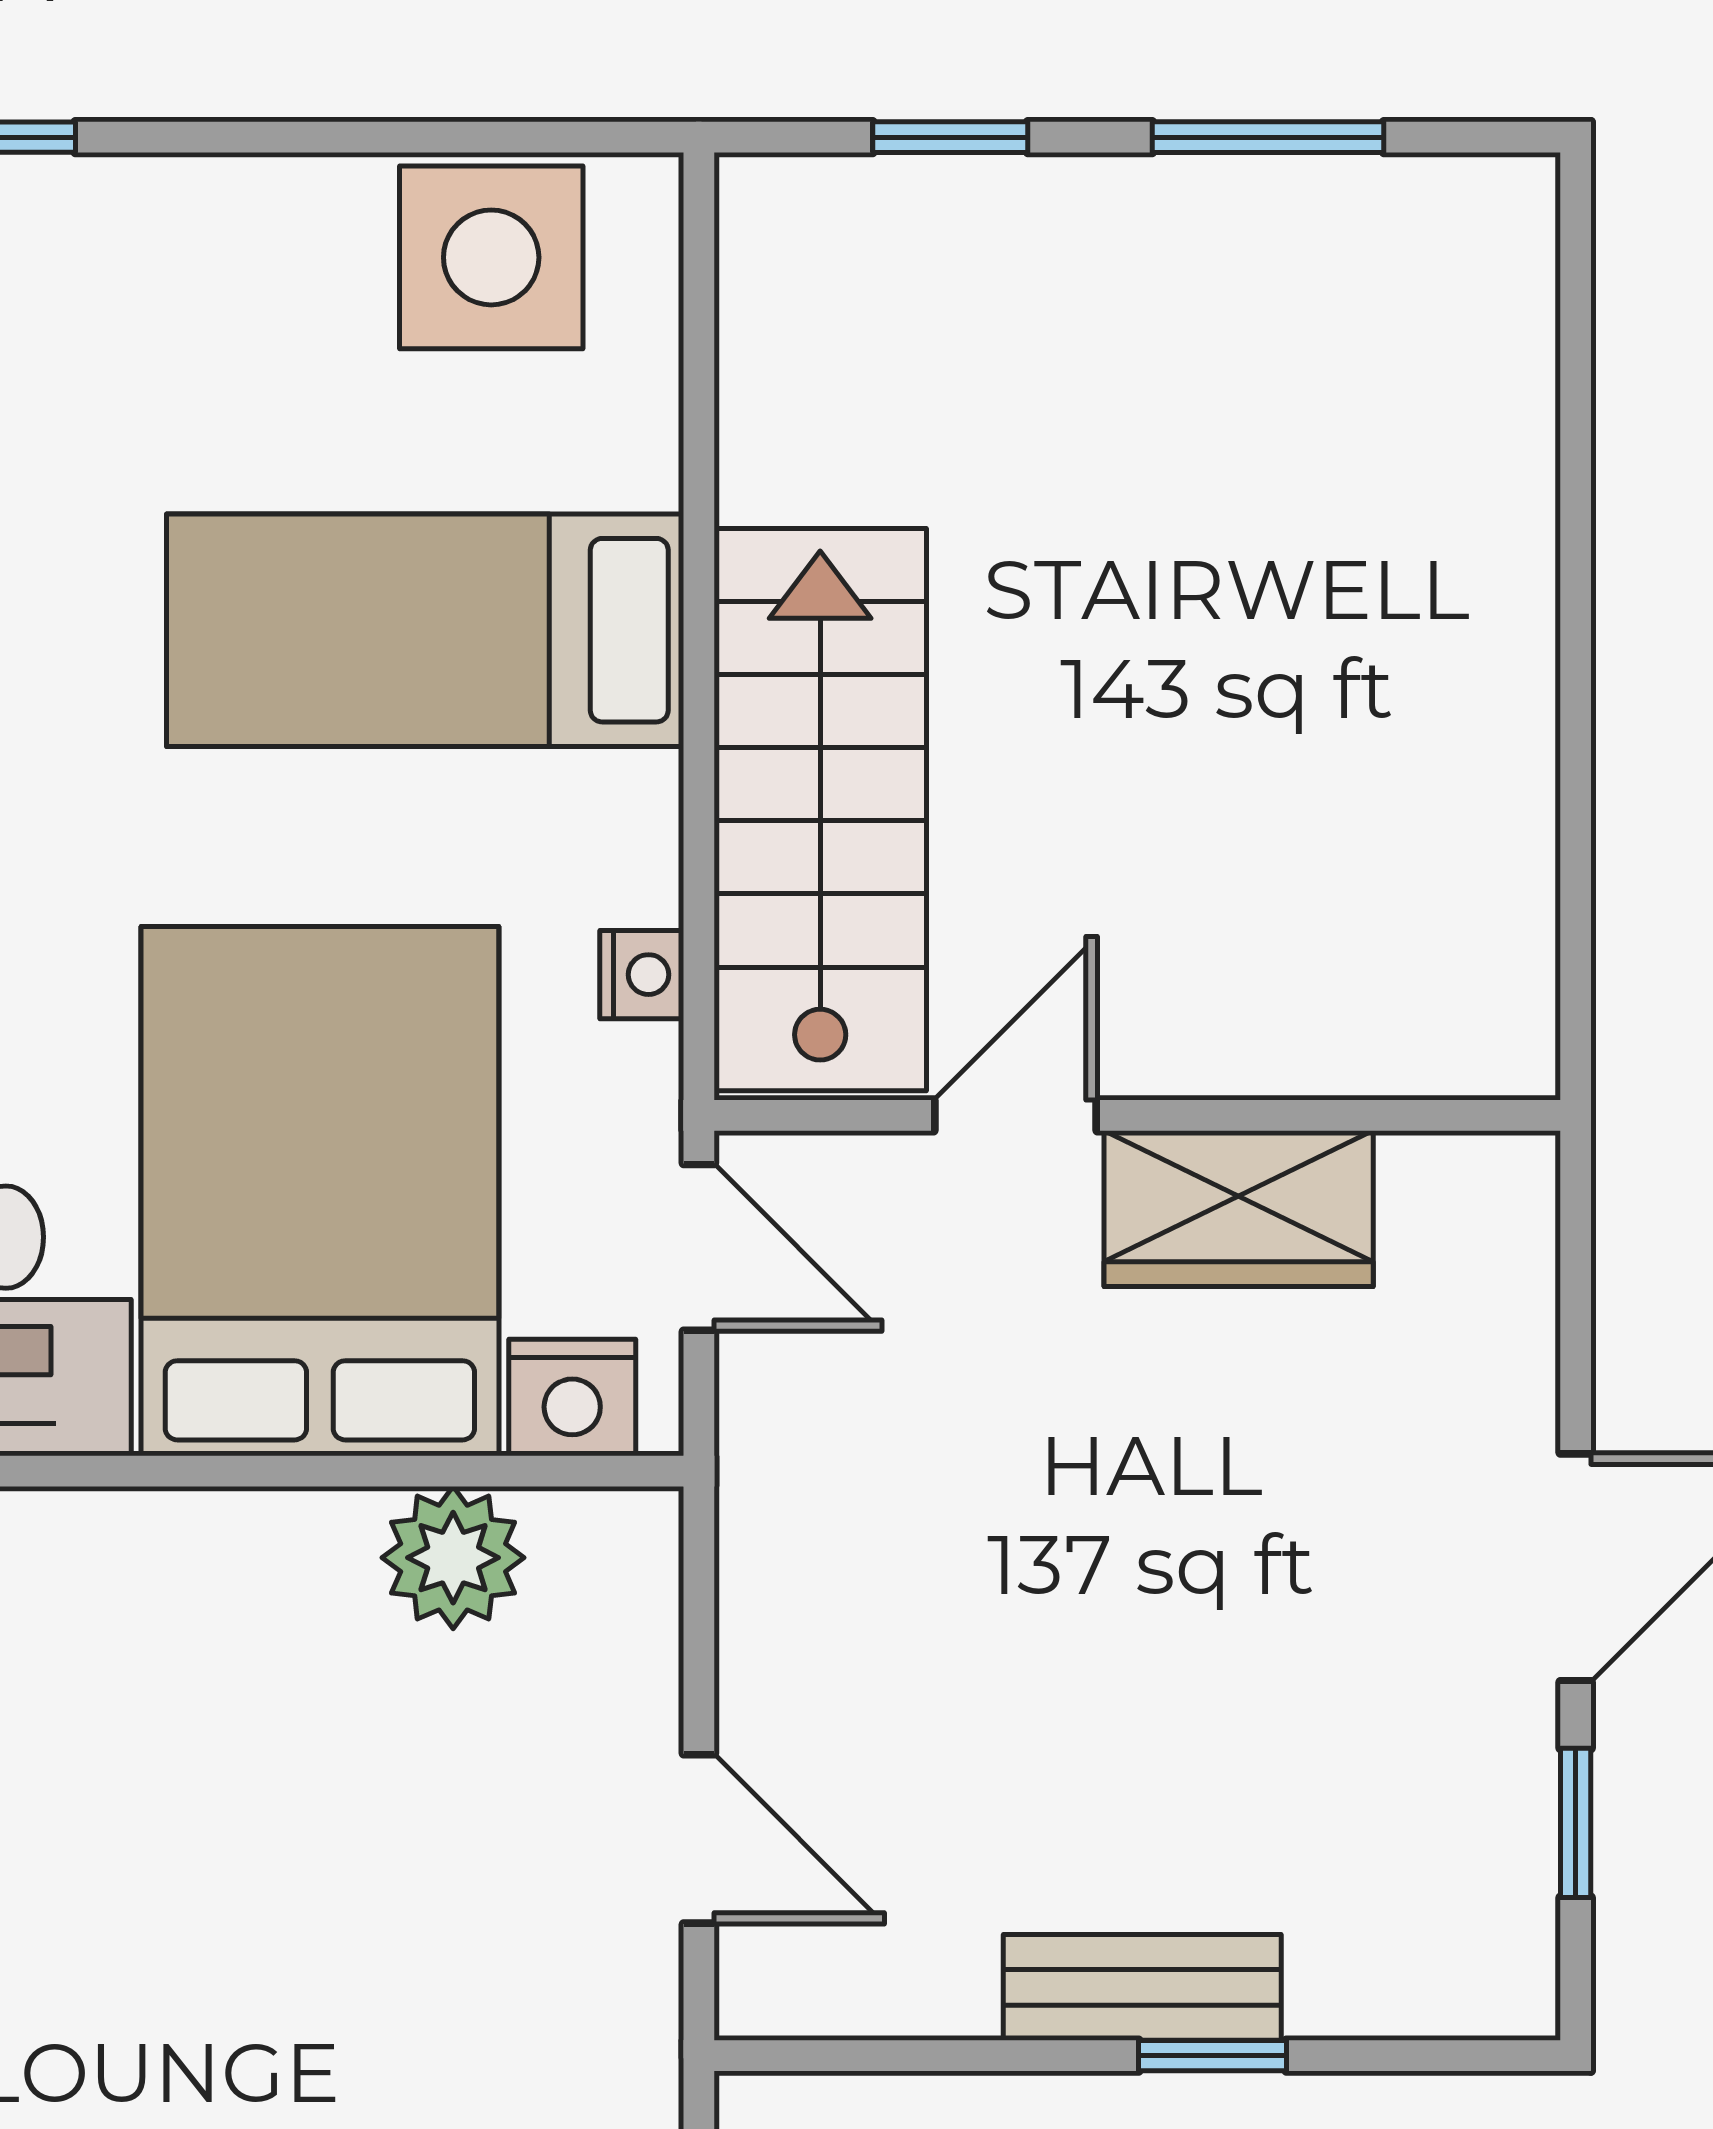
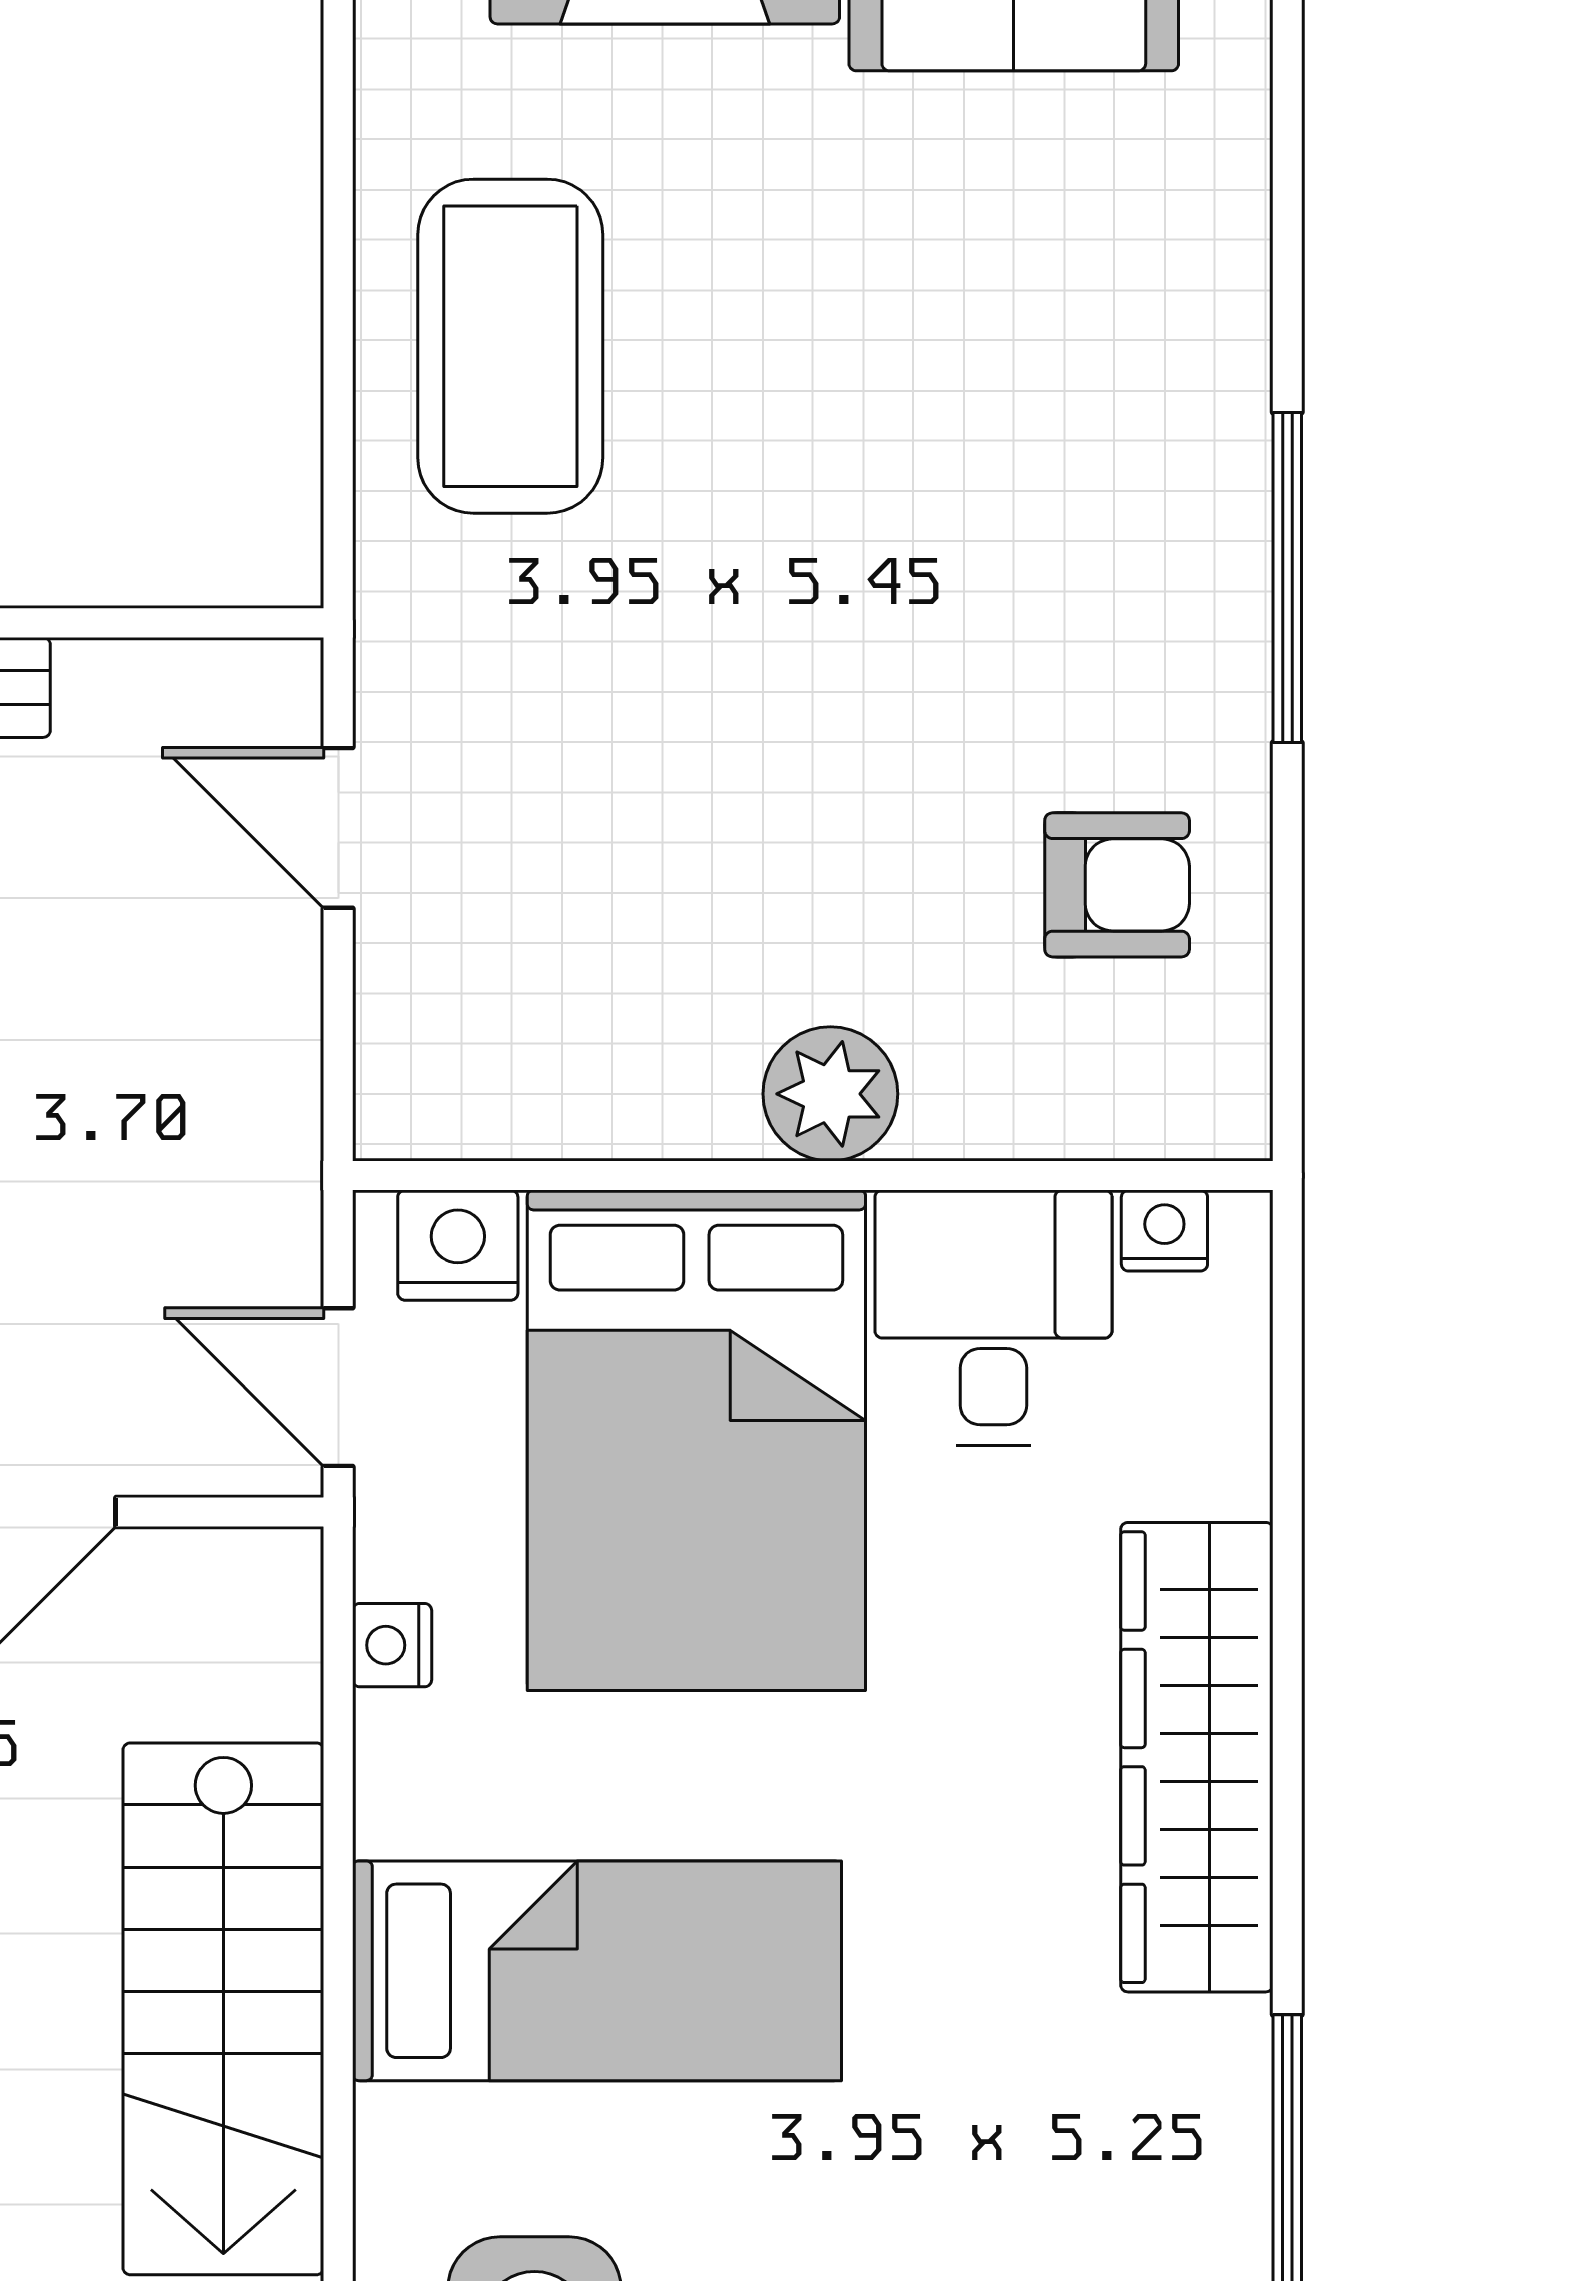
stairs: (820, 810) -> (223, 2009), moved
plant: (453, 1558) -> (830, 1094), moved

